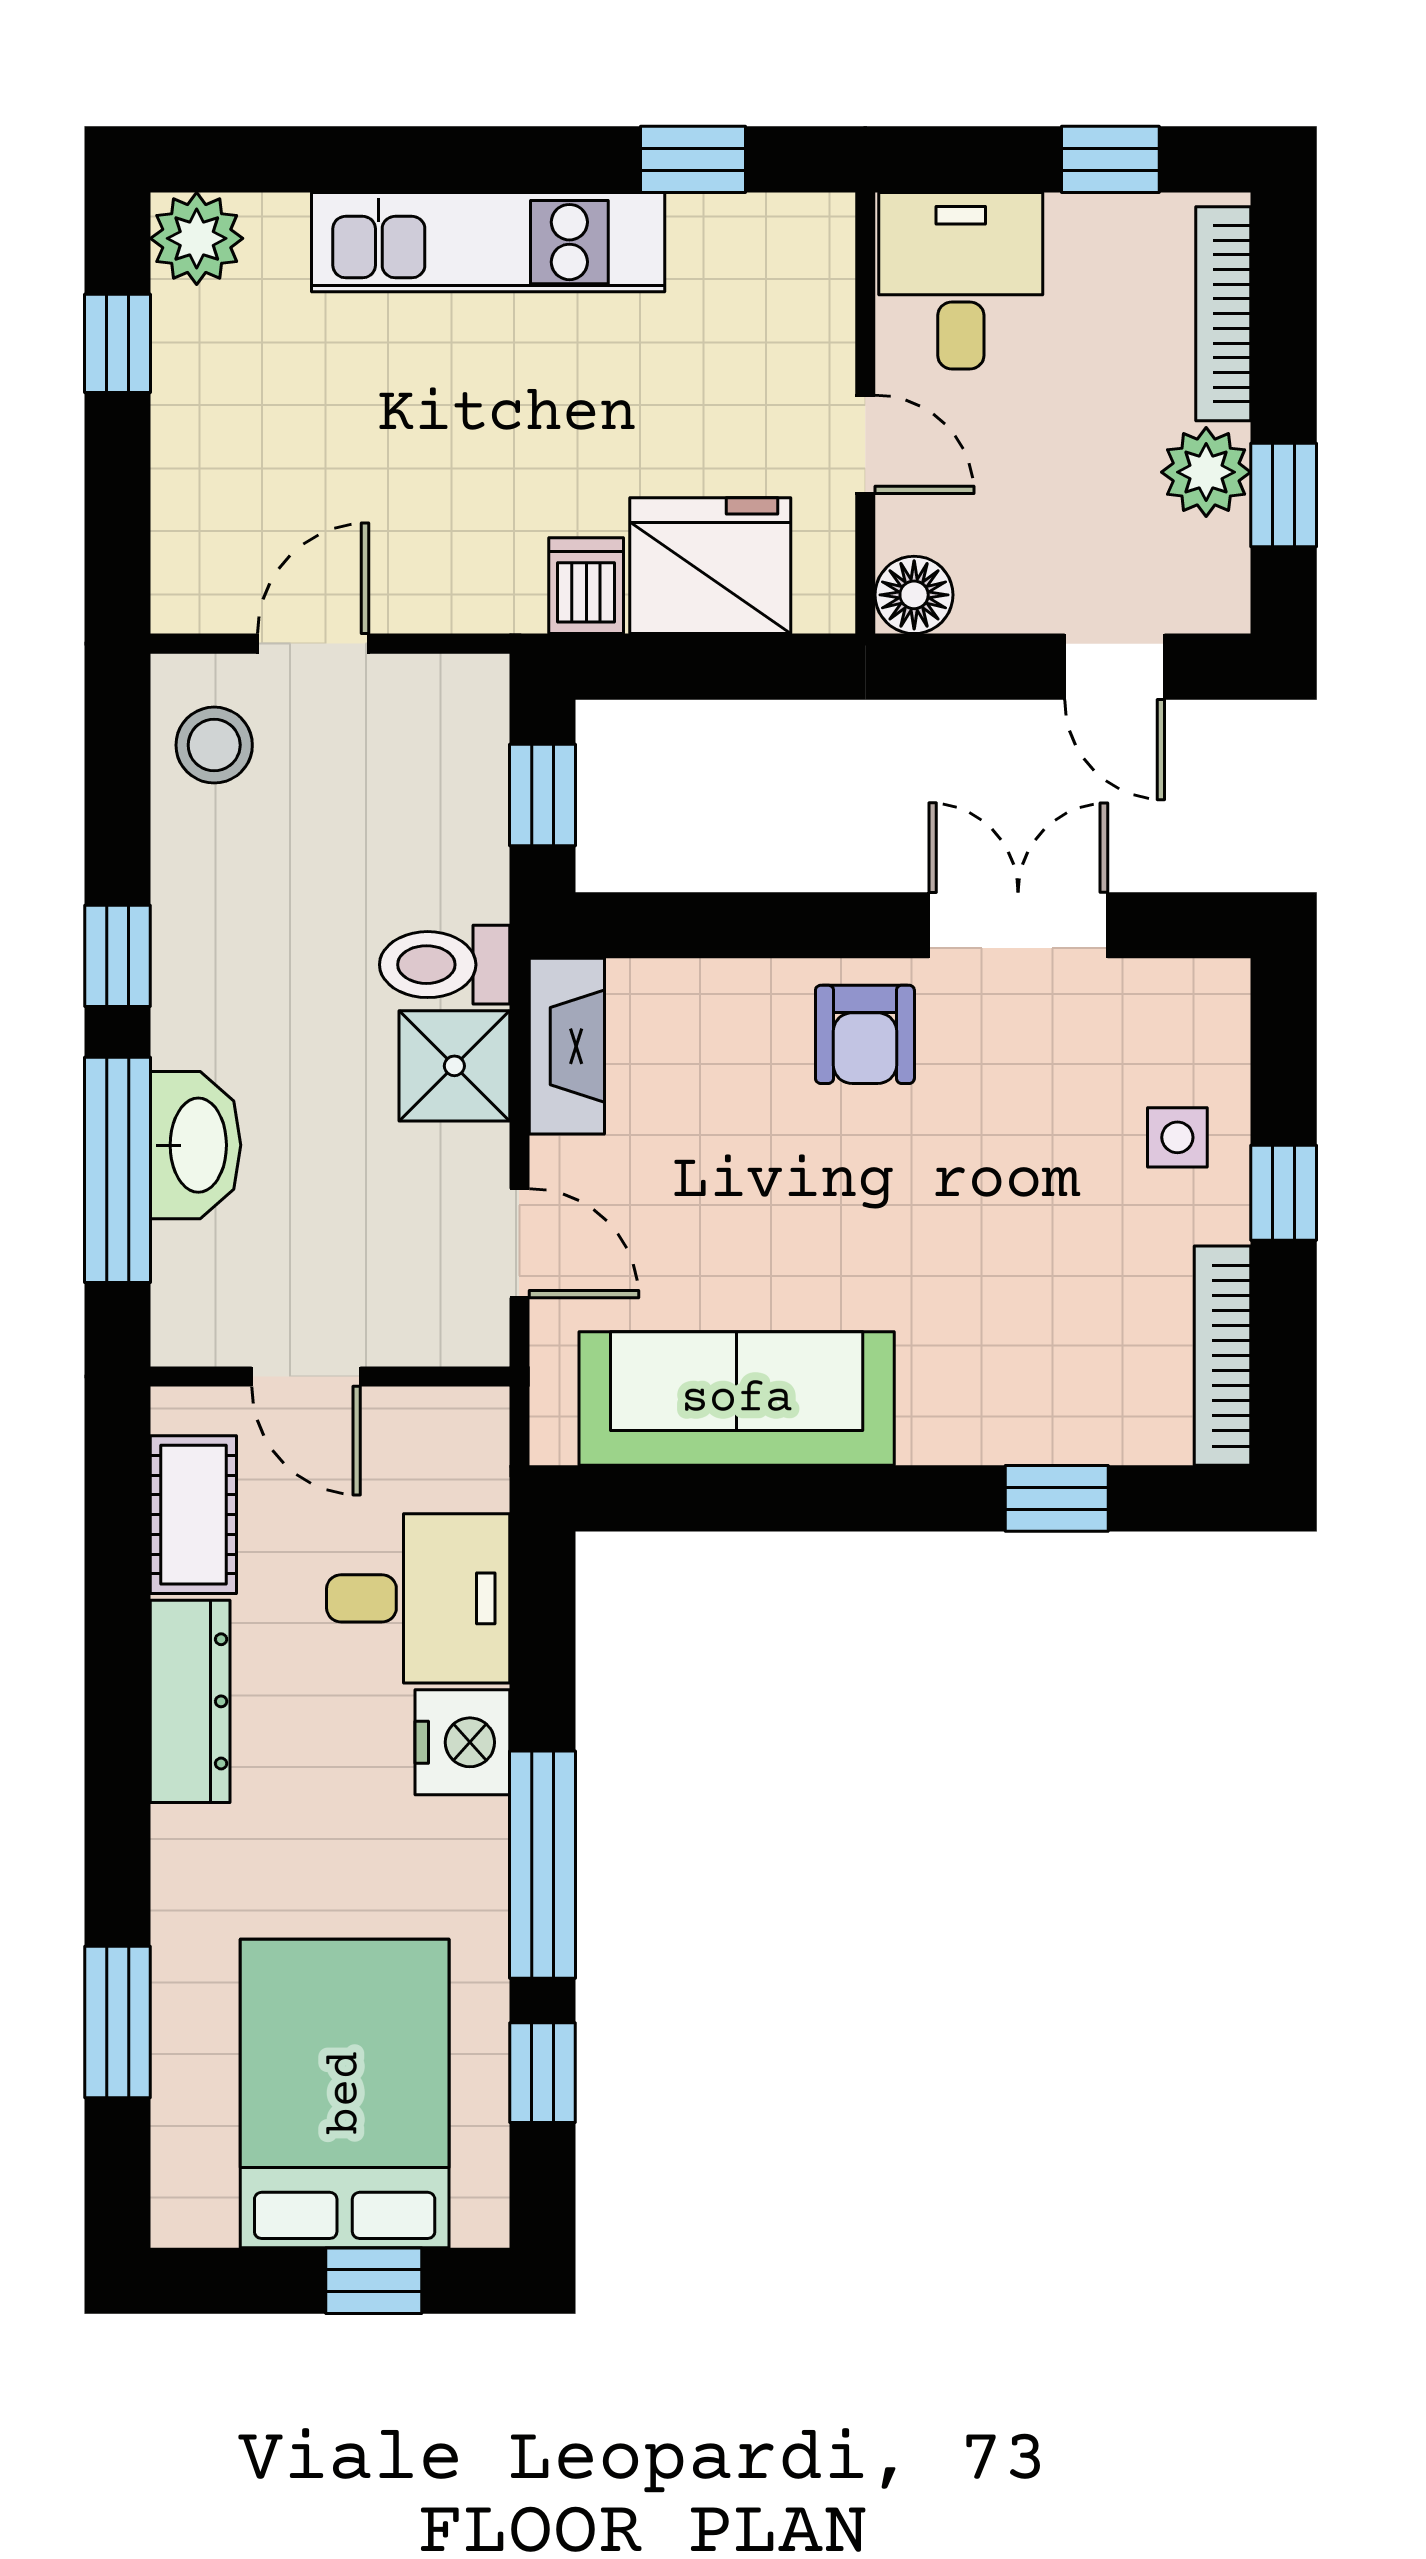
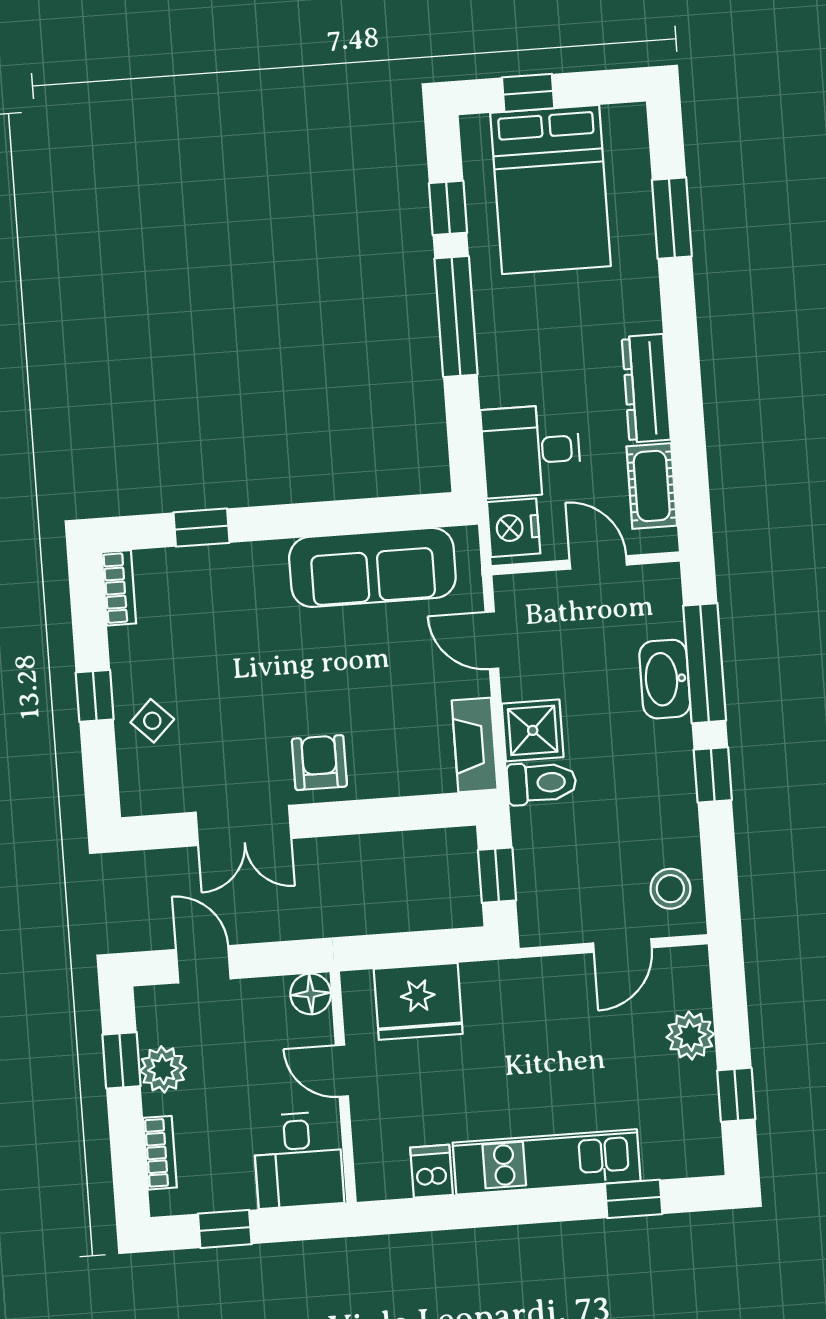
window: (693, 159) -> (634, 1199), moved
plant: (197, 238) -> (690, 1036), moved
bookcase: (1223, 314) -> (160, 1153), width x0.64
dishwasher: (586, 586) -> (432, 1171), moved, turned 180
side table: (1177, 1137) -> (152, 721), turned 45
bookcase: (1223, 1356) -> (119, 588), width x0.64
nightstand: (462, 1742) -> (514, 528), moved

